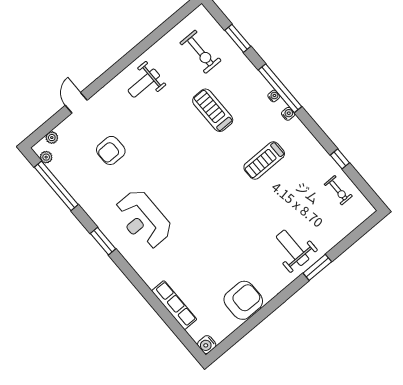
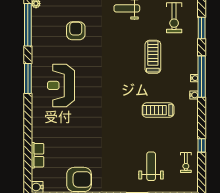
armchair: (111, 150) -> (76, 31), turned 90
window: (103, 241) -> (28, 79), width x1.44
weight bench: (293, 248) -> (151, 166), moved
row of seats: (174, 305) -> (38, 155), width x0.68

